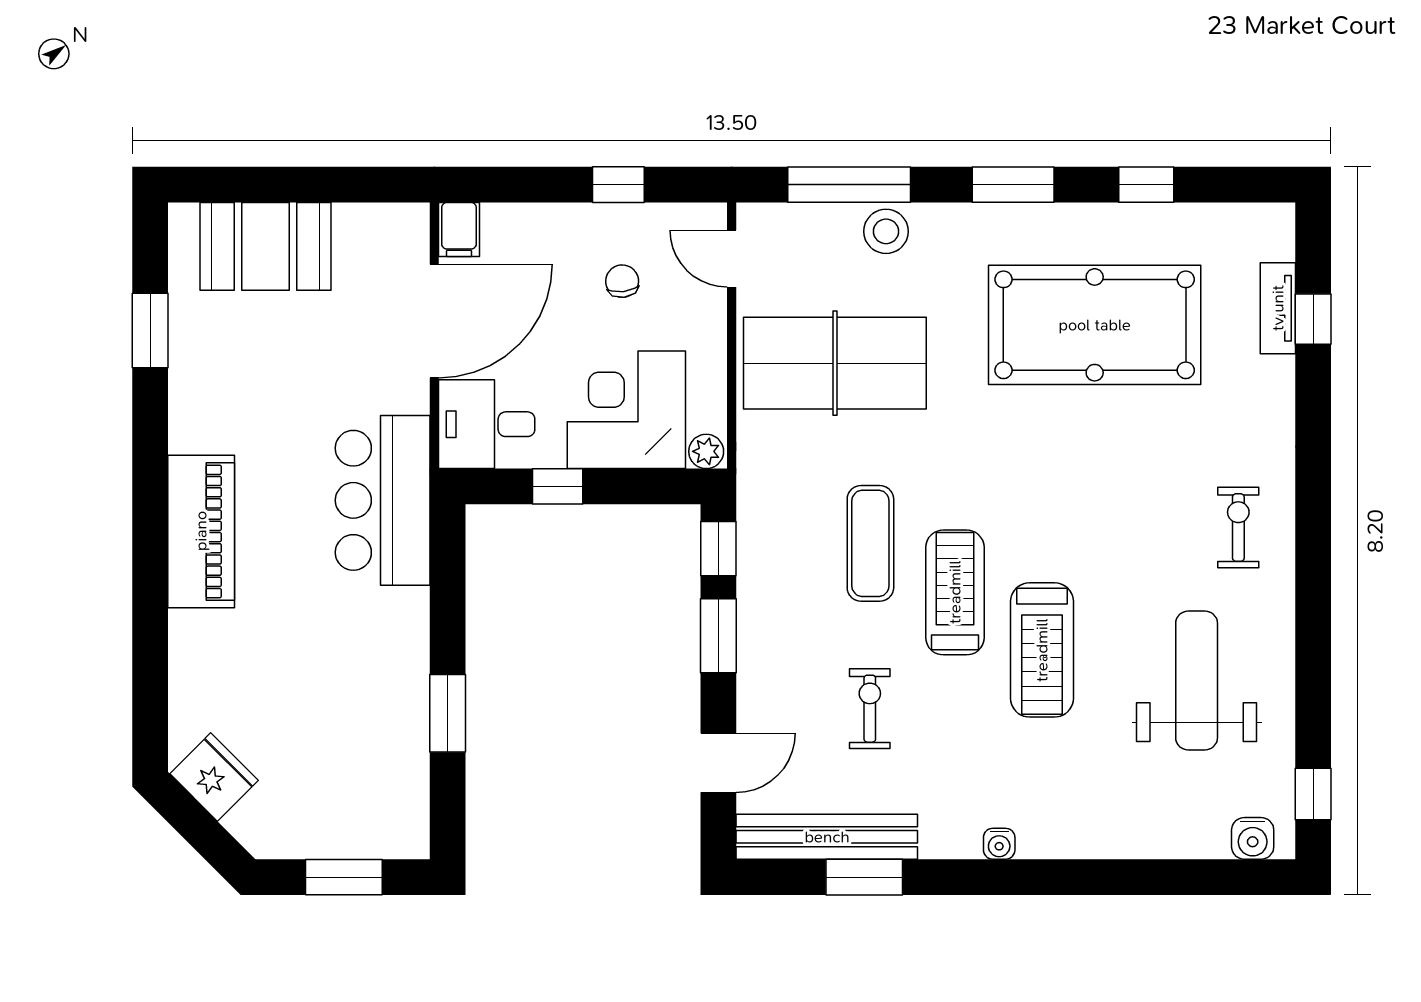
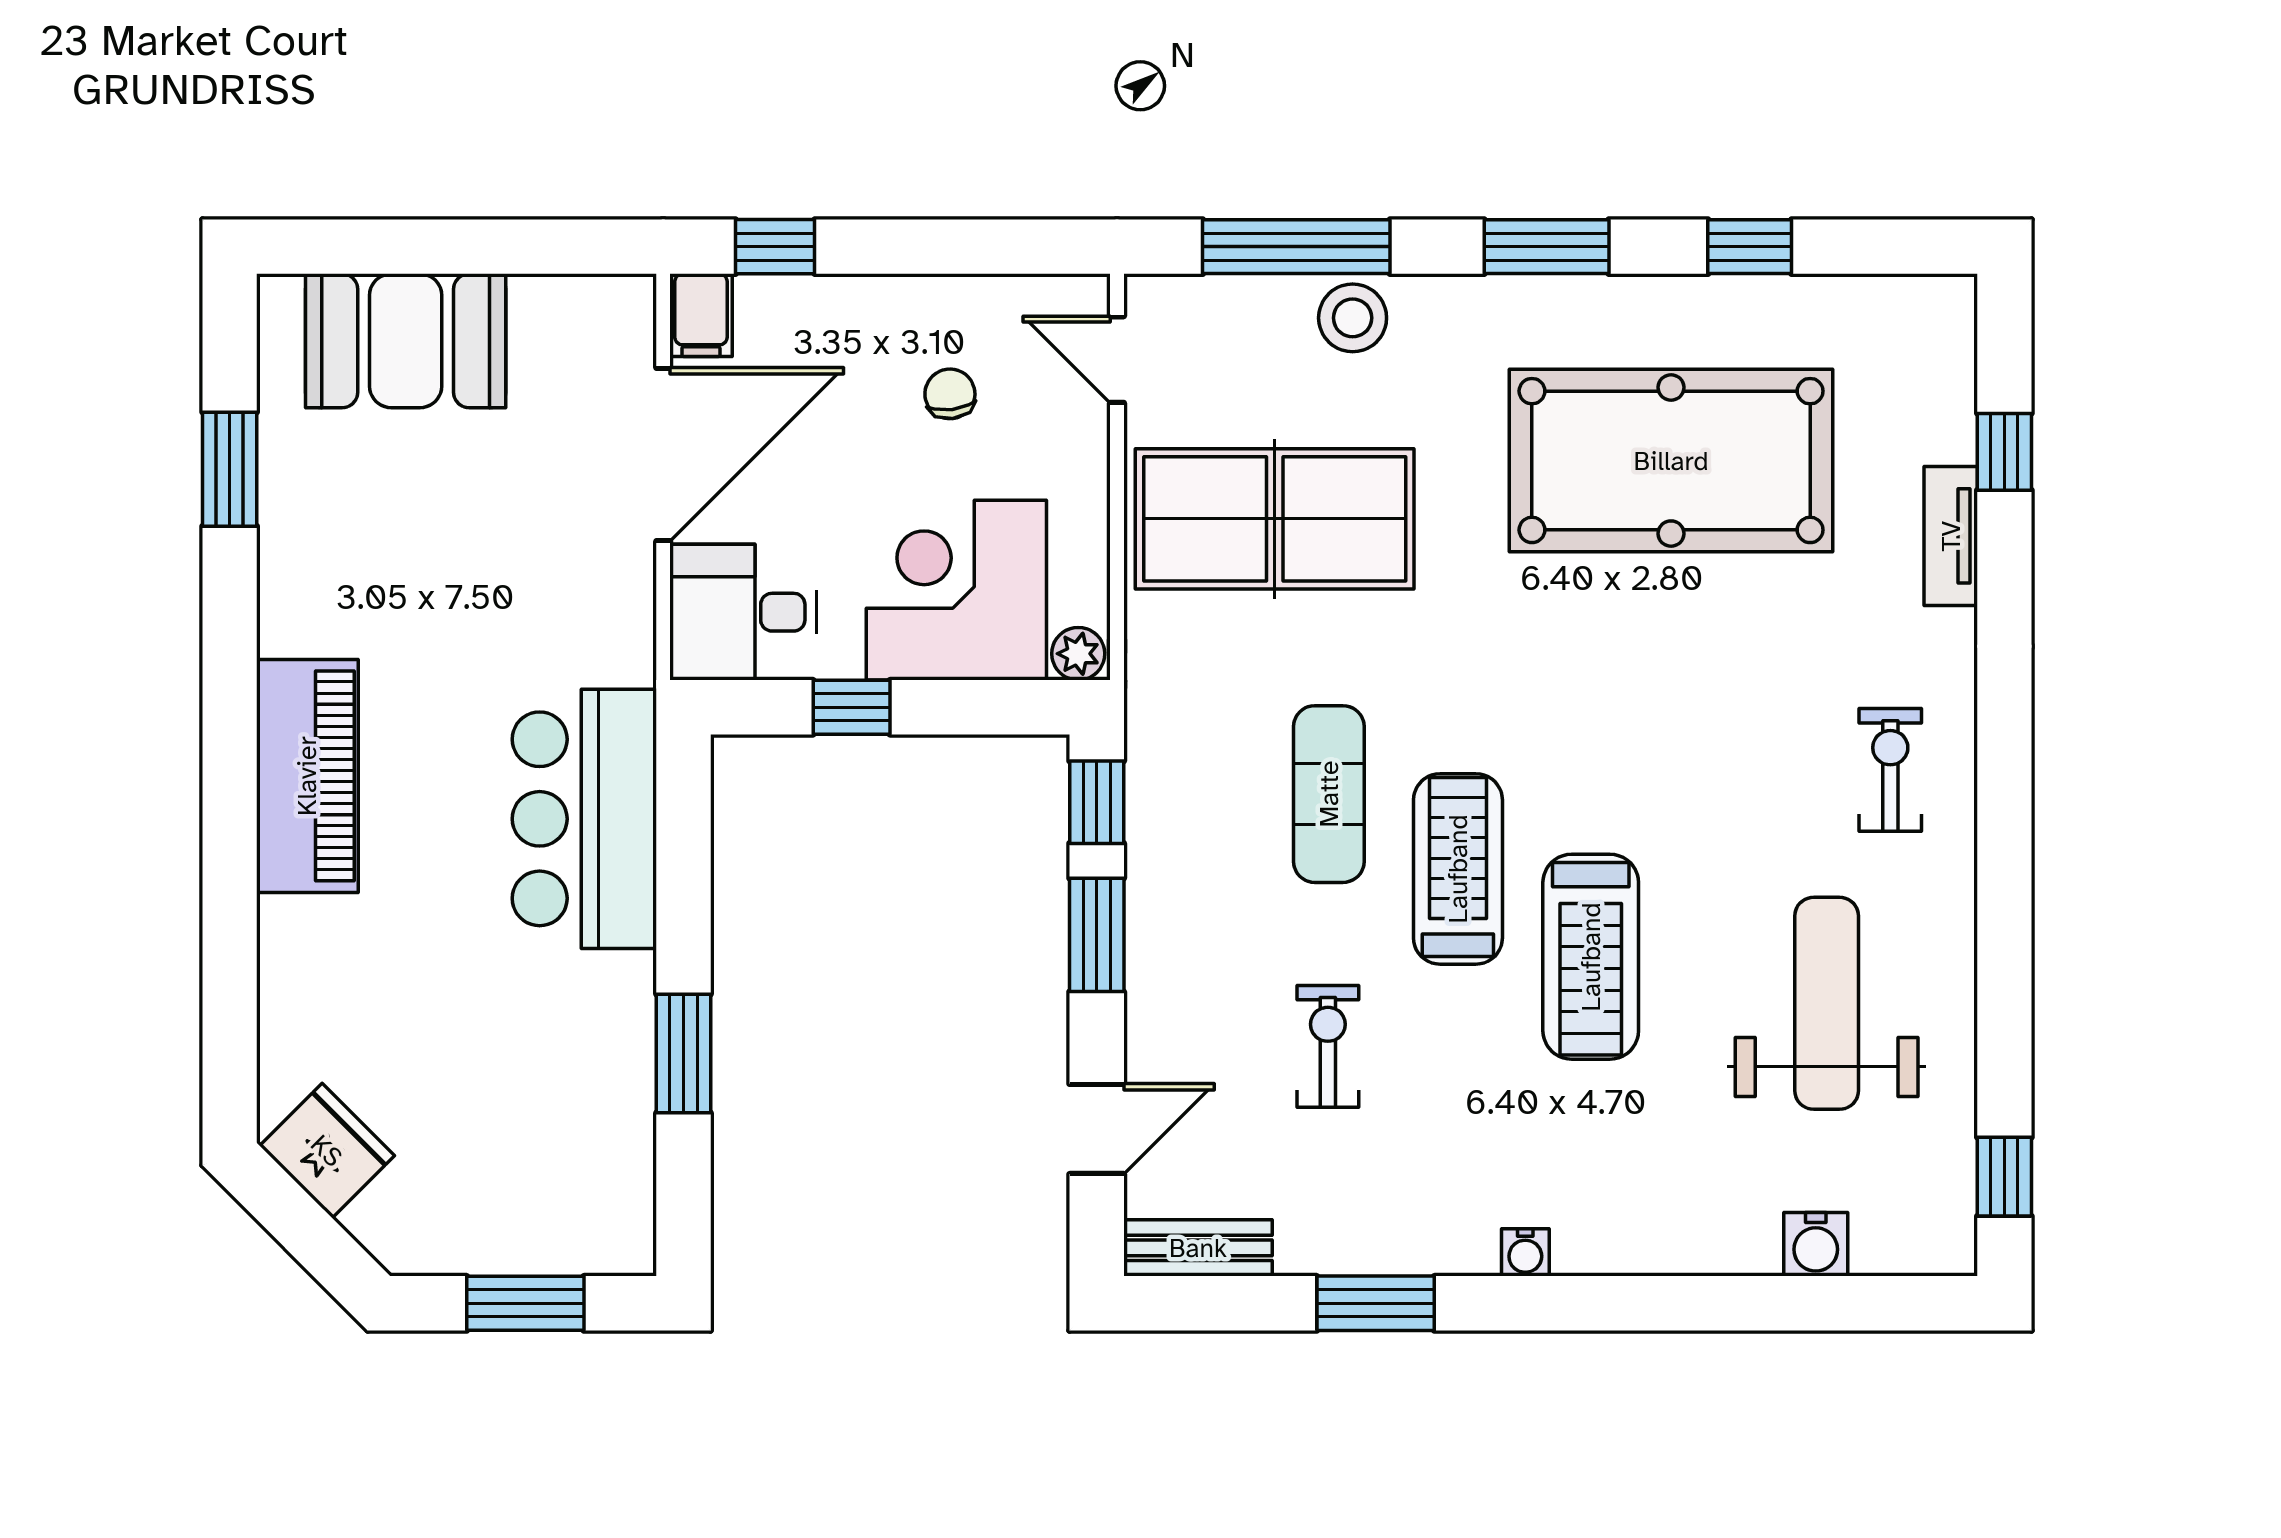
window: (618, 185) -> (775, 247), moved
tv unit: (1278, 308) -> (1951, 536), moved
bar counter: (383, 500) -> (584, 819), moved
bench: (827, 837) -> (1198, 1248), width x0.54, depth x0.82
water cooler: (1253, 838) -> (1816, 1244), moved
window: (864, 877) -> (1376, 1303), moved

